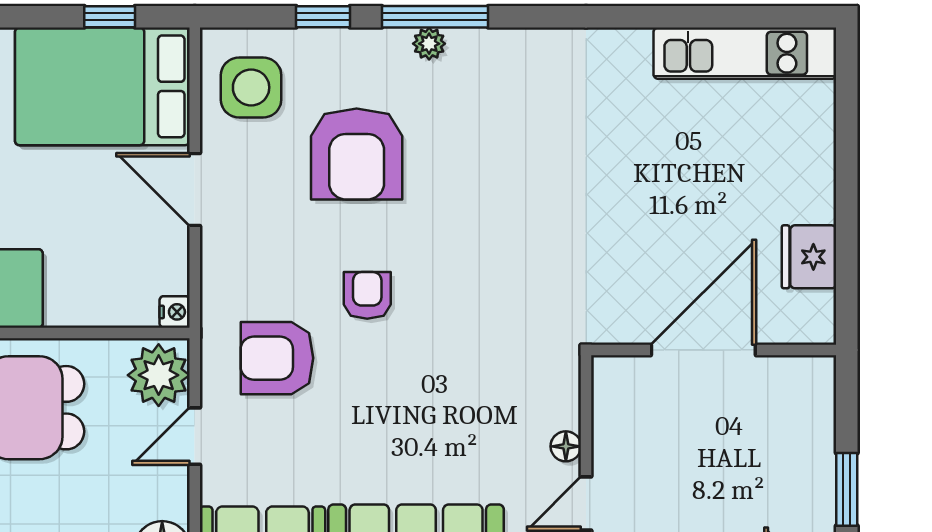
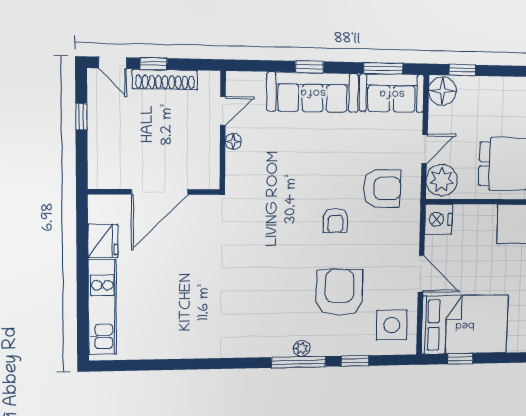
kitchen unit: (745, 53) -> (102, 307), moved, turned 90
nightstand: (175, 312) -> (438, 219), width x1.89, depth x1.79
window: (847, 489) -> (81, 117), width x0.67

